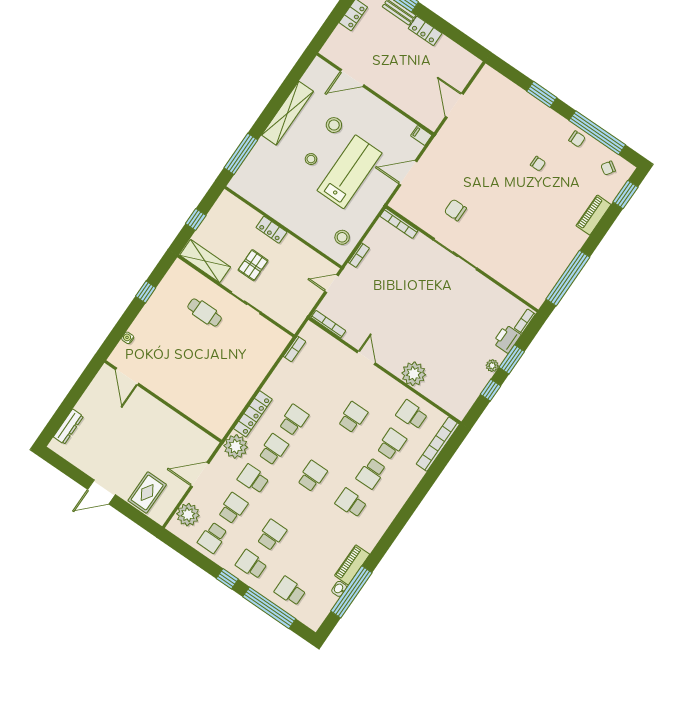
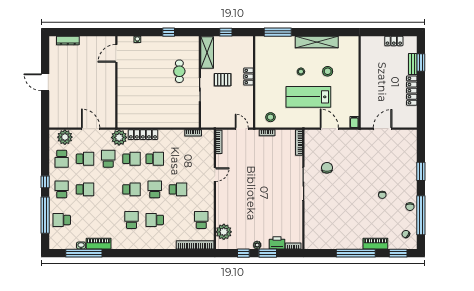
locker: (425, 31) -> (412, 91), width x1.53
door: (352, 78) -> (360, 64), removed
lab bench: (350, 172) -> (308, 97), turned 180
window: (568, 278) -> (356, 253), moved
plant: (414, 374) -> (224, 232), moved
school desk: (391, 444) -> (155, 189), moved, turned -90
rug: (147, 493) -> (62, 107), removed
school desk: (213, 538) -> (62, 159), turned -90
school desk: (290, 591) -> (62, 220), turned -90

